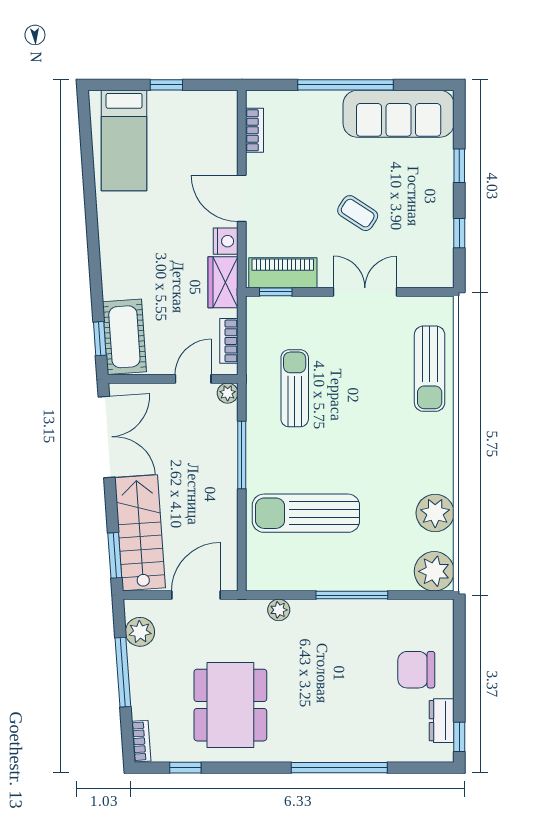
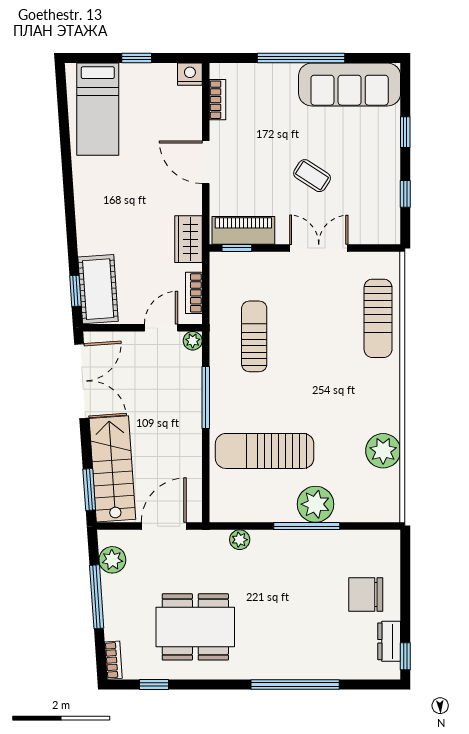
nightstand: (226, 241) -> (190, 74), moved, turned -90
plant: (434, 571) -> (315, 504), moved
dining table: (230, 705) -> (195, 627), turned 90

